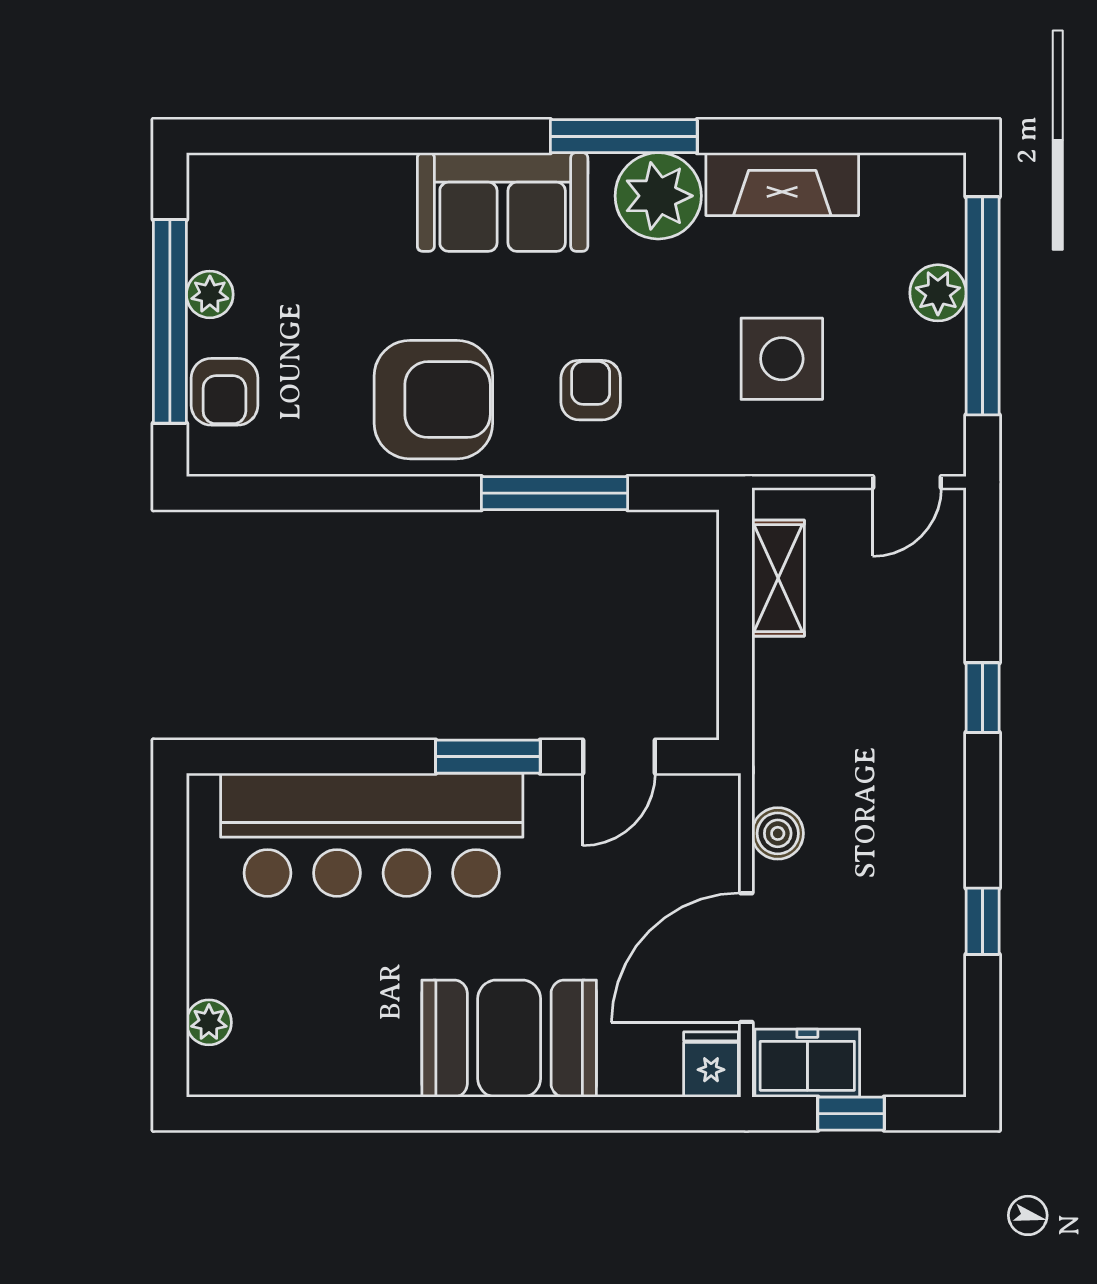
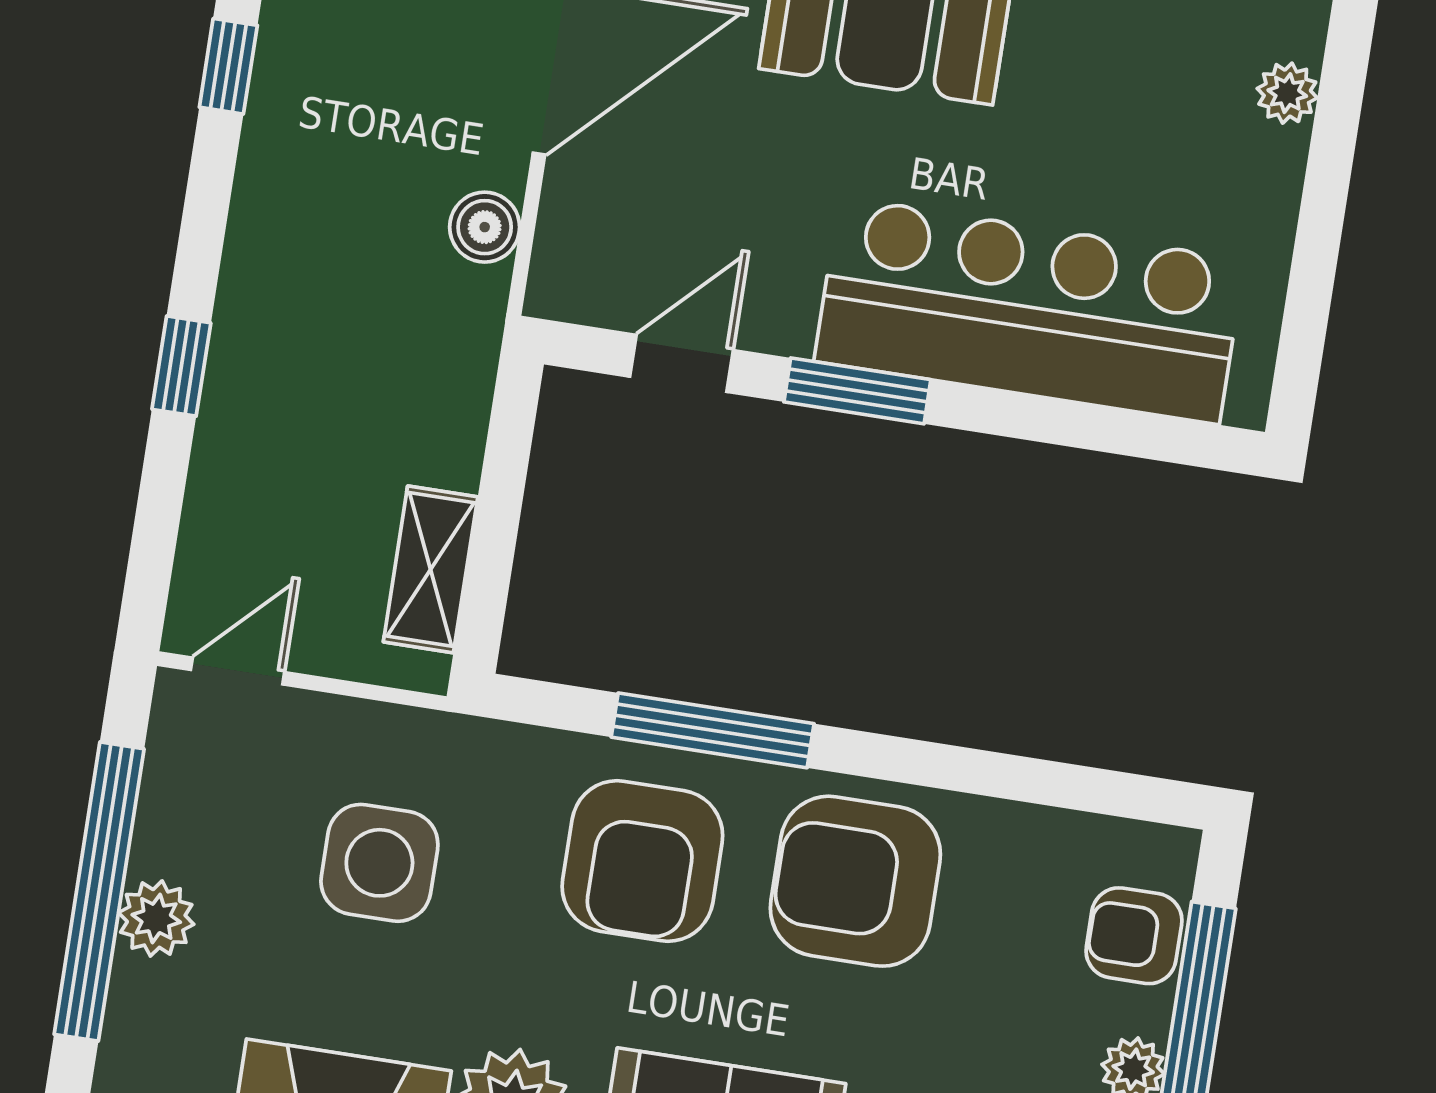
armchair: (591, 390) -> (642, 861), width x1.88, depth x1.88
armchair: (224, 392) -> (1134, 936), turned -90

